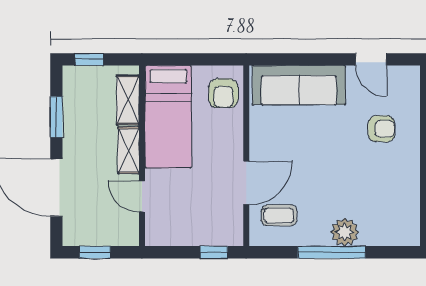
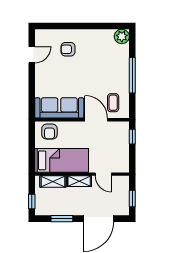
sofa: (299, 85) -> (59, 108), moved, turned -90
armchair: (223, 93) -> (49, 132), turned 90
armchair: (381, 129) -> (68, 49), turned -90
door: (142, 196) -> (103, 174), hinge flipped
plant: (345, 232) -> (122, 36), moved

